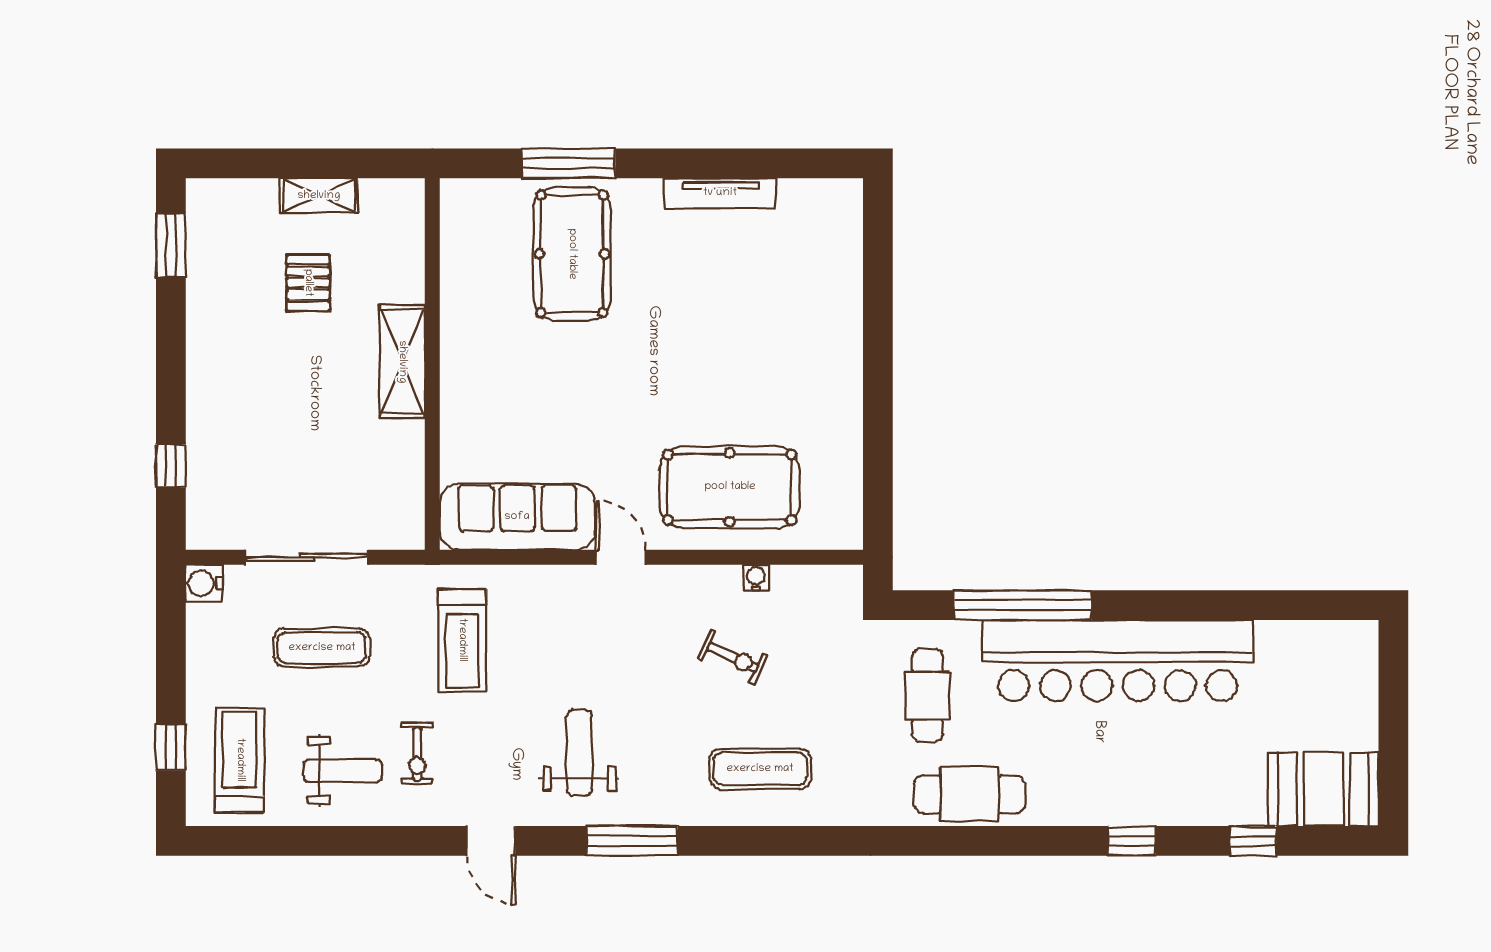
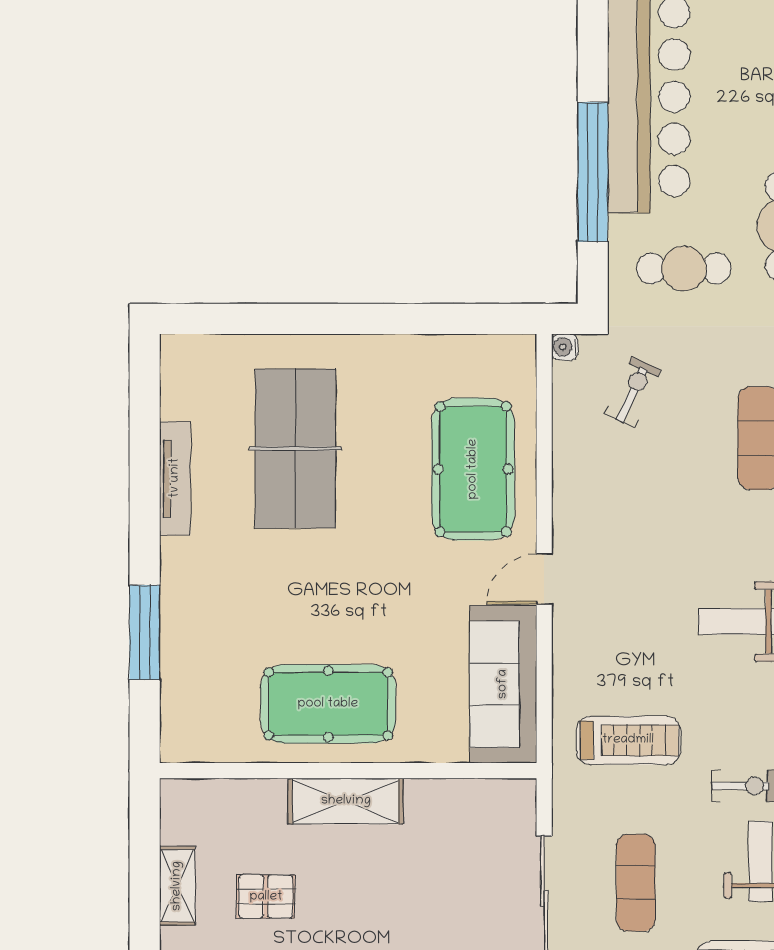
pool table: (572, 254) -> (328, 704), moved
table tennis table: (750, 312) -> (295, 449), added
water cooler: (756, 578) -> (565, 347), moved
exercise bike: (733, 657) -> (633, 392), moved

